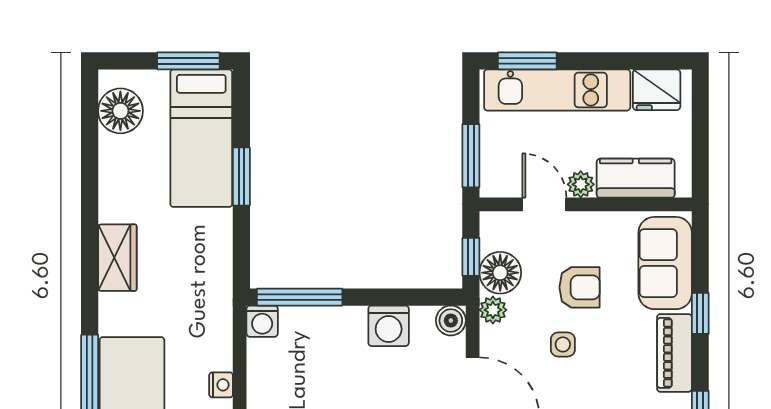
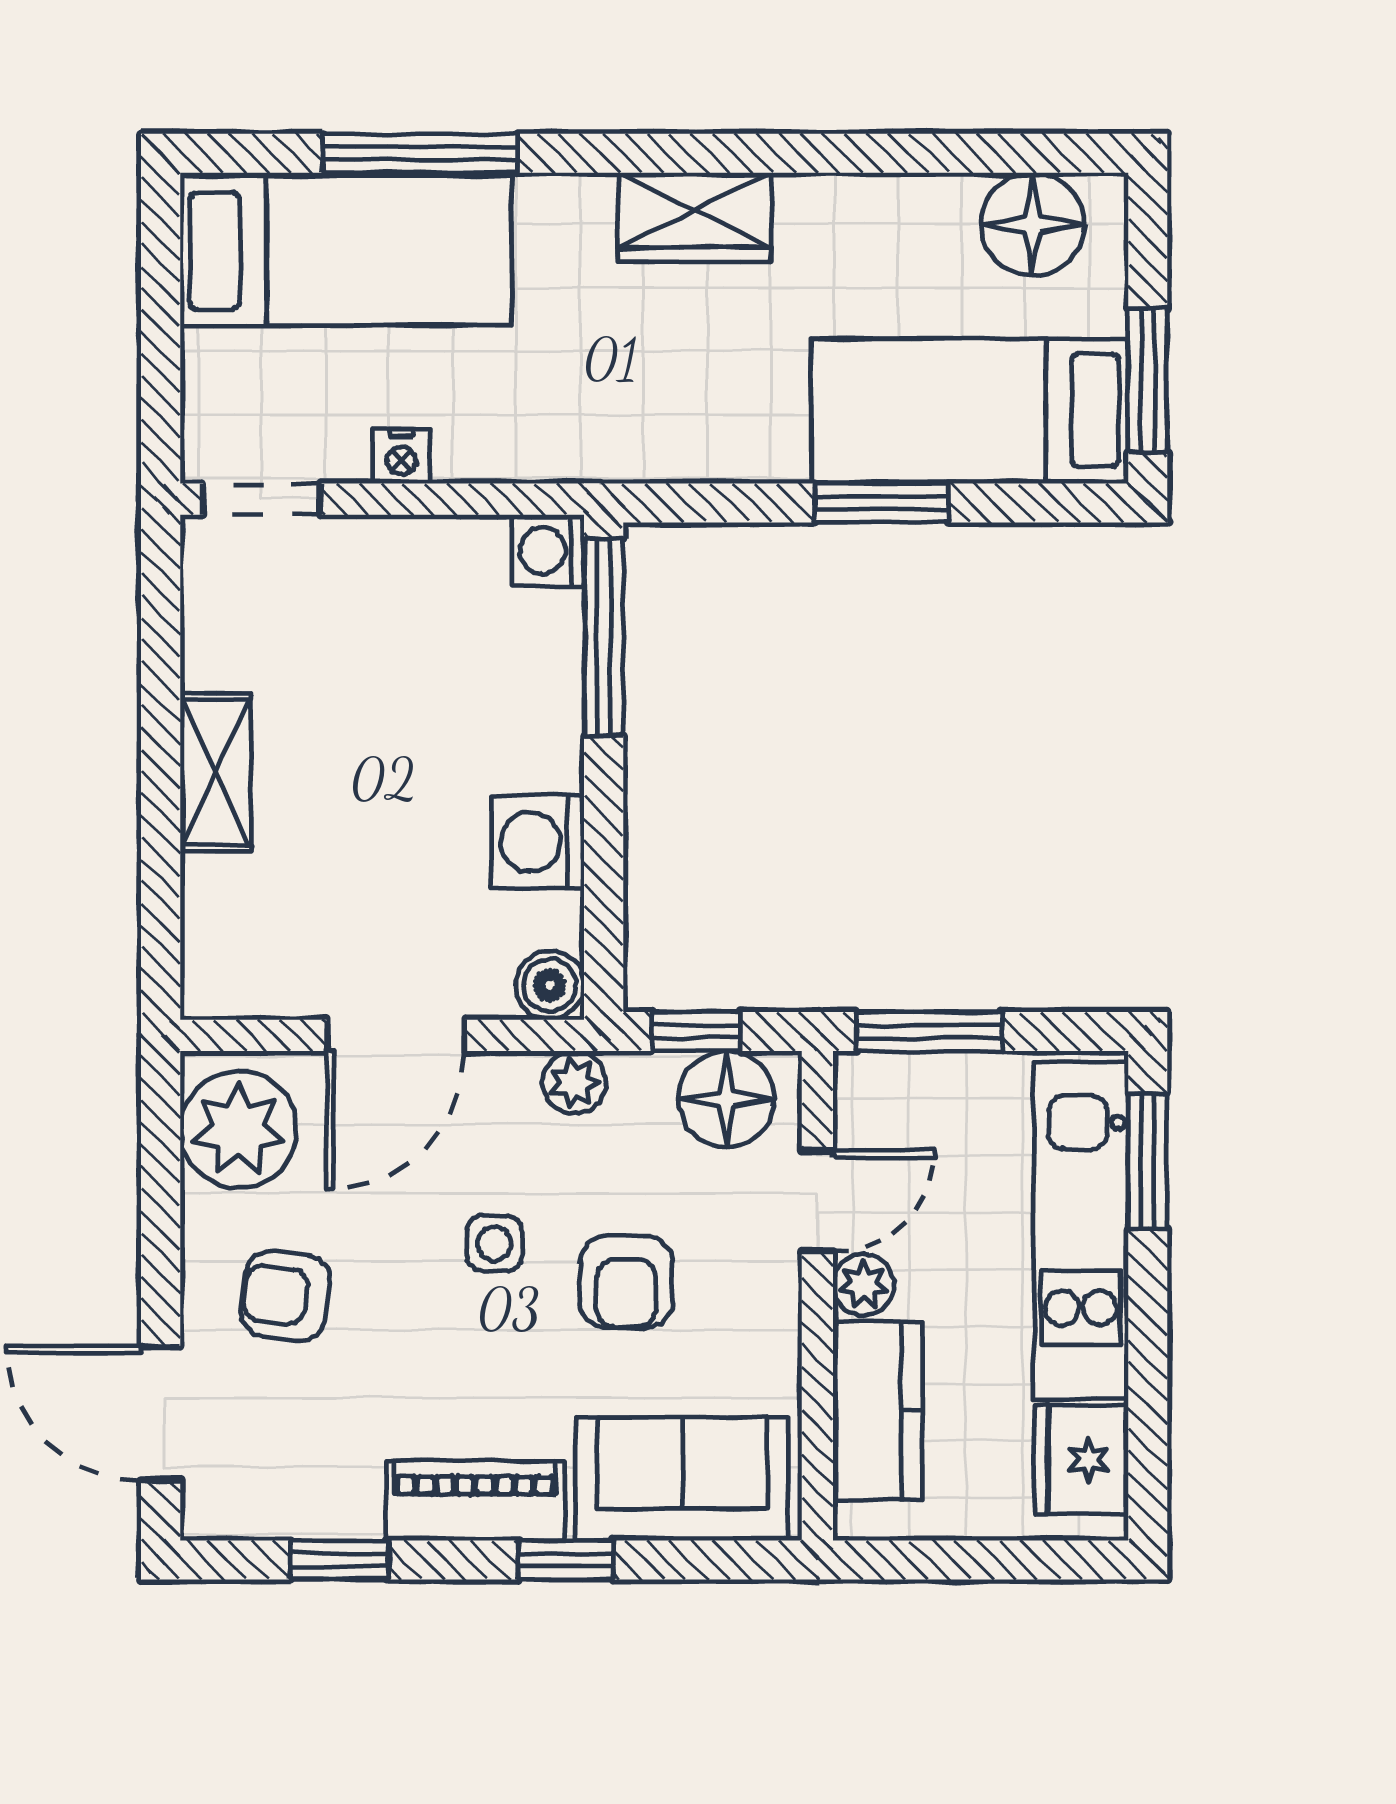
floor lamp: (500, 273) -> (726, 1099), moved

